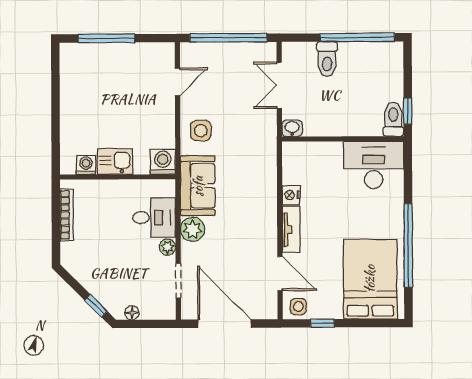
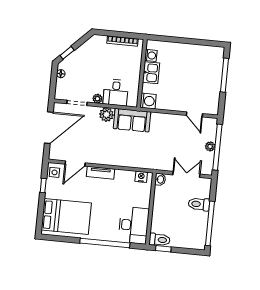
plant: (228, 50) -> (210, 146), added
side table: (201, 131) -> (164, 125), removed
nightstand: (291, 195) -> (141, 177), moved
window: (408, 245) -> (105, 243), moved

